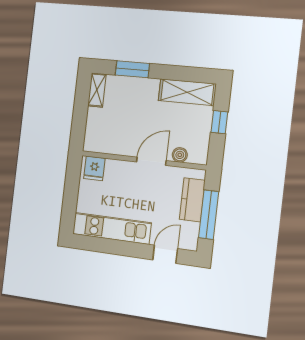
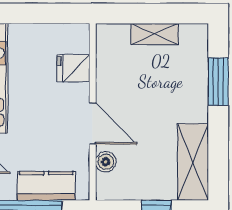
shelving: (97, 90) -> (155, 34), moved
fridge: (94, 168) -> (73, 68), moved

